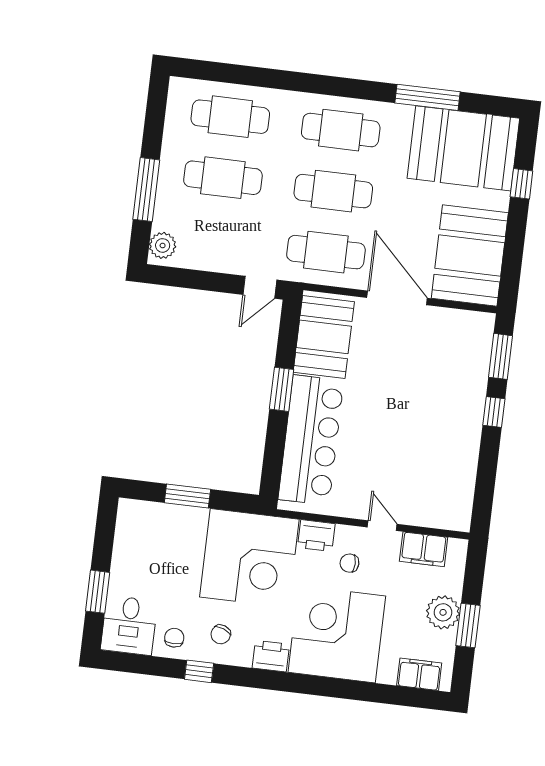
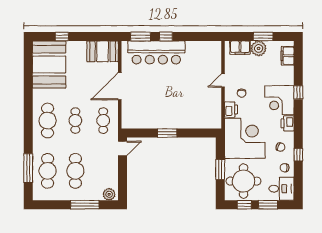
window: (427, 97) -> (28, 168), moved
cafe table: (333, 191) -> (75, 121), width x0.73, depth x0.74
cafe table: (326, 252) -> (103, 121), width x0.73, depth x0.74
booth: (470, 255) -> (103, 51), width x0.73, depth x0.70
door: (260, 287) -> (123, 148), hinge flipped
booth: (324, 337) -> (141, 117), removed
bar counter: (311, 440) -> (156, 52), moved, turned 180
window: (104, 540) -> (244, 205), added
round table: (156, 544) -> (243, 181), added
filing cabinet: (424, 549) -> (240, 48), moved, turned 90
corner desk: (337, 634) -> (279, 100), width x0.74, depth x0.74
window: (336, 688) -> (298, 92), added

